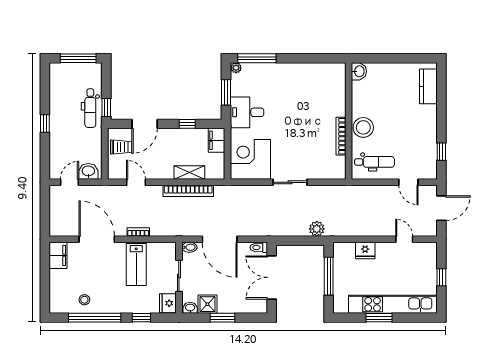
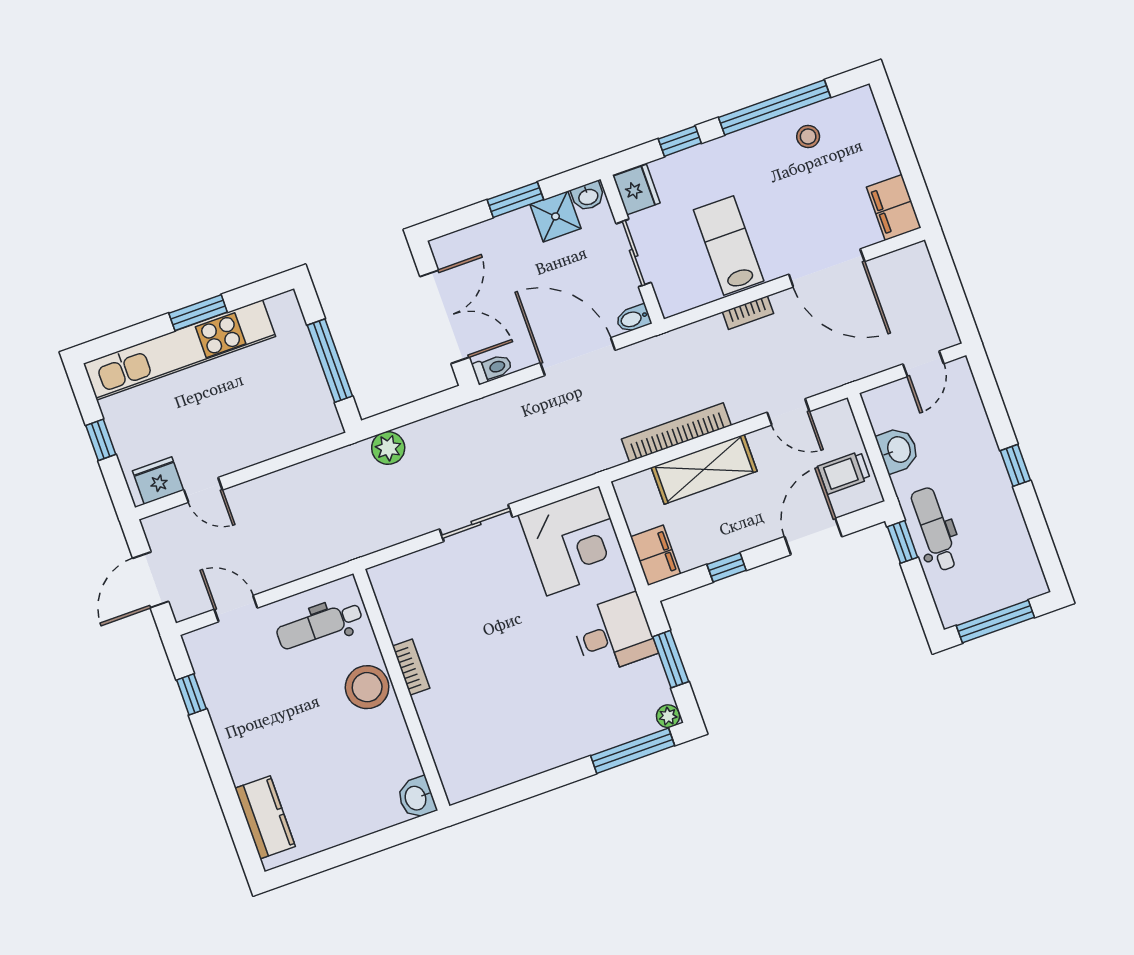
bookcase: (341, 136) -> (411, 667), width x0.64
washbasin: (88, 171) -> (898, 450), moved, turned -90
shelving: (189, 173) -> (704, 469), width x1.50, depth x1.33
fridge: (365, 250) -> (158, 481), moved

